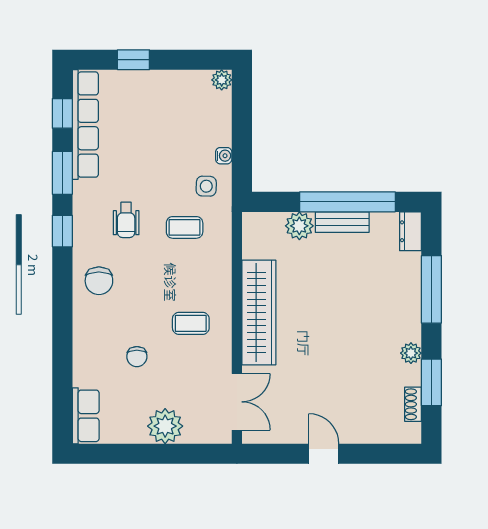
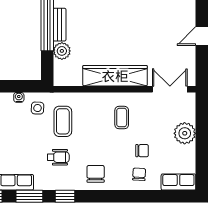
coffee table: (185, 227) -> (63, 121), width x1.36, depth x1.30
chair: (99, 281) -> (96, 174), turned -90
chair: (98, 352) -> (139, 174), added

